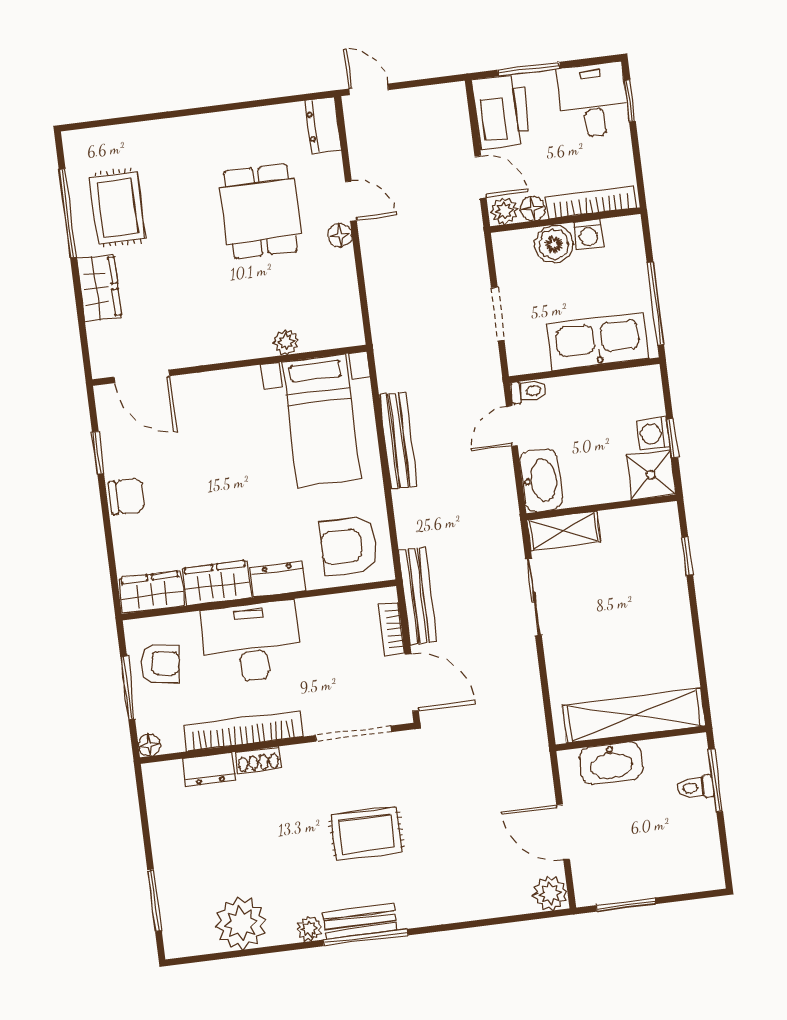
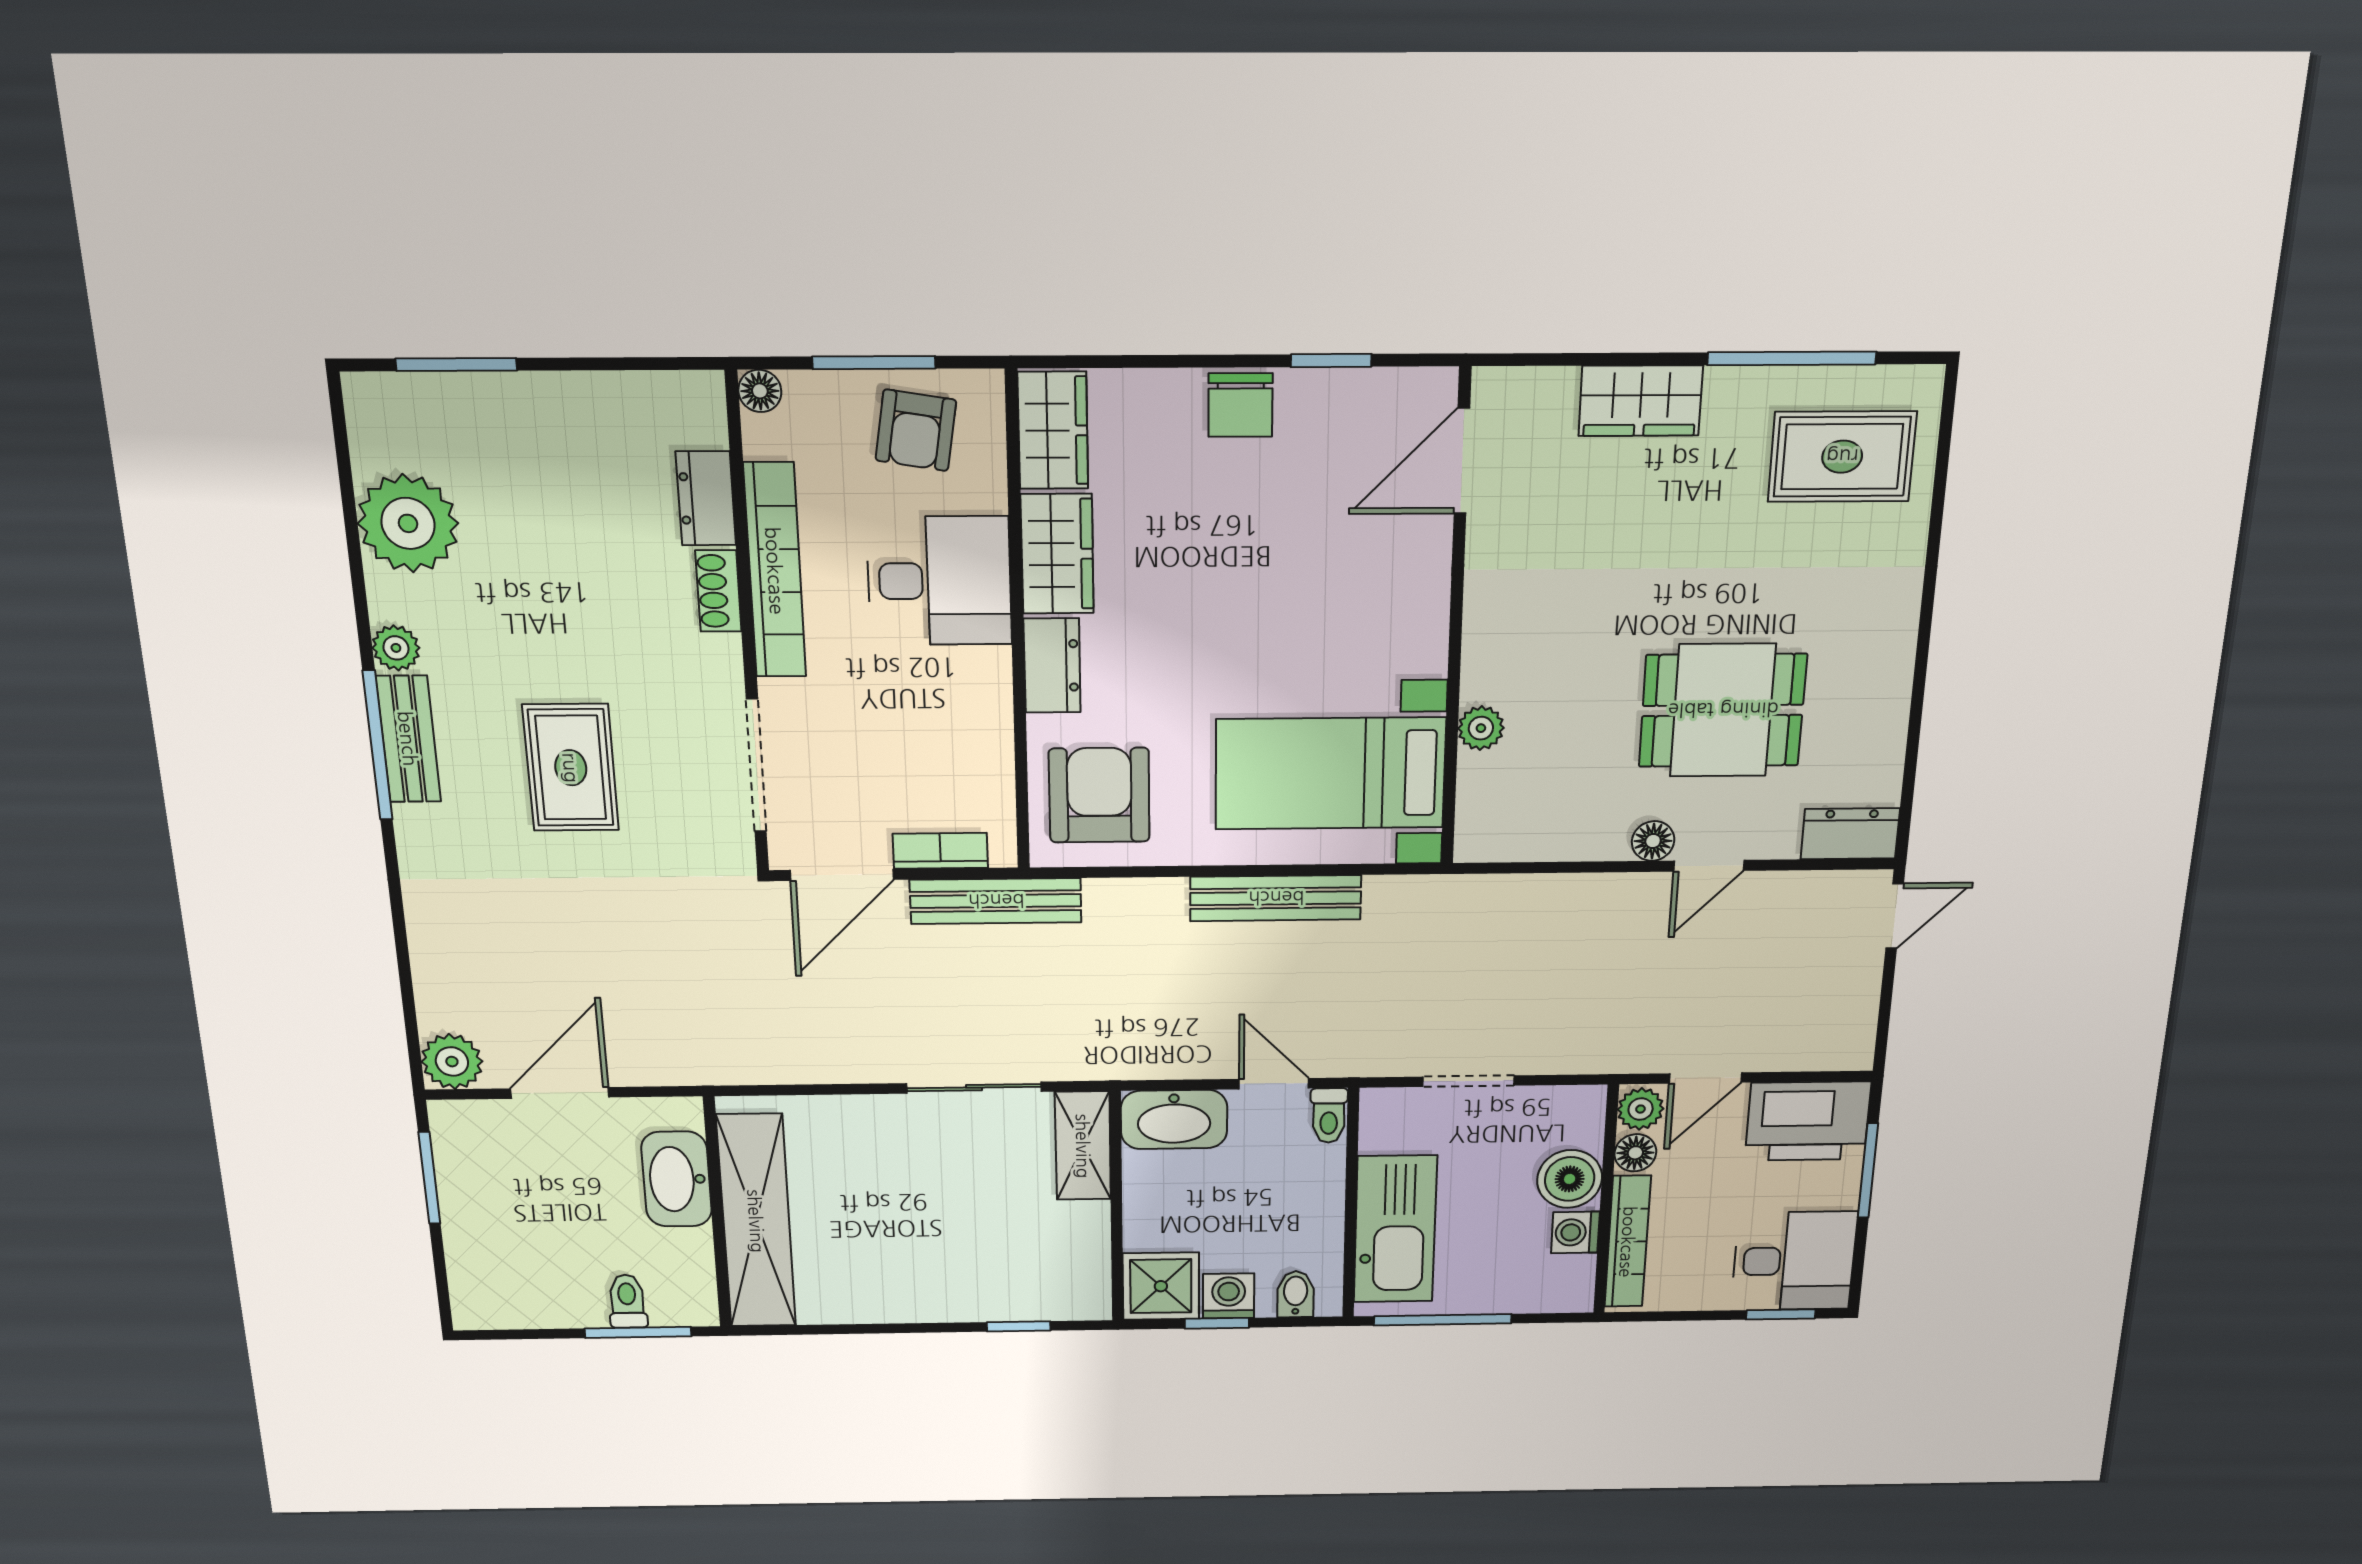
rug: (117, 208) -> (1842, 457), moved
bidet: (648, 394) -> (1296, 1294), added
desk: (252, 642) -> (939, 581), width x0.73

